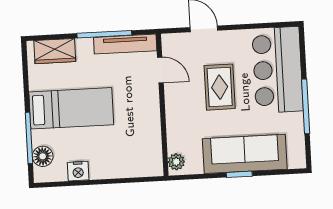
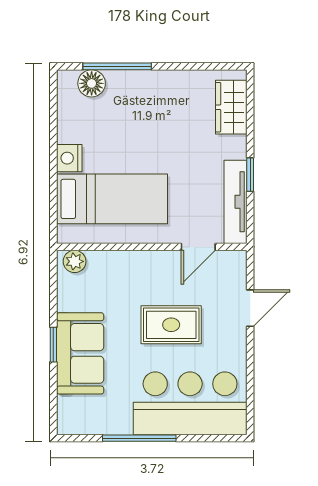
window: (104, 34) -> (250, 175), width x0.46
bed: (71, 108) -> (112, 199), moved, turned -90
sofa: (245, 154) -> (80, 353), width x0.73
nightstand: (78, 171) -> (69, 158), moved

